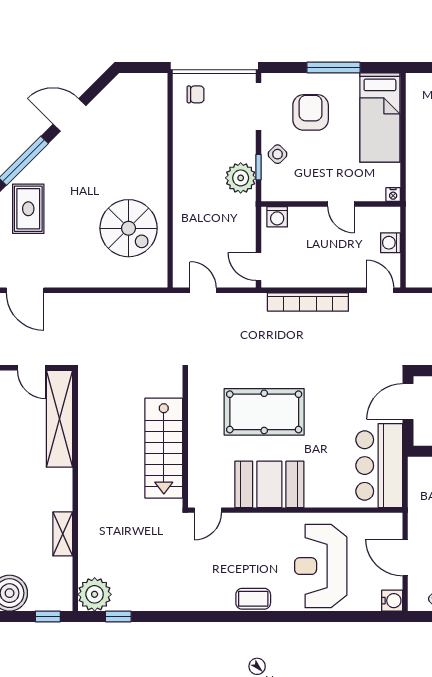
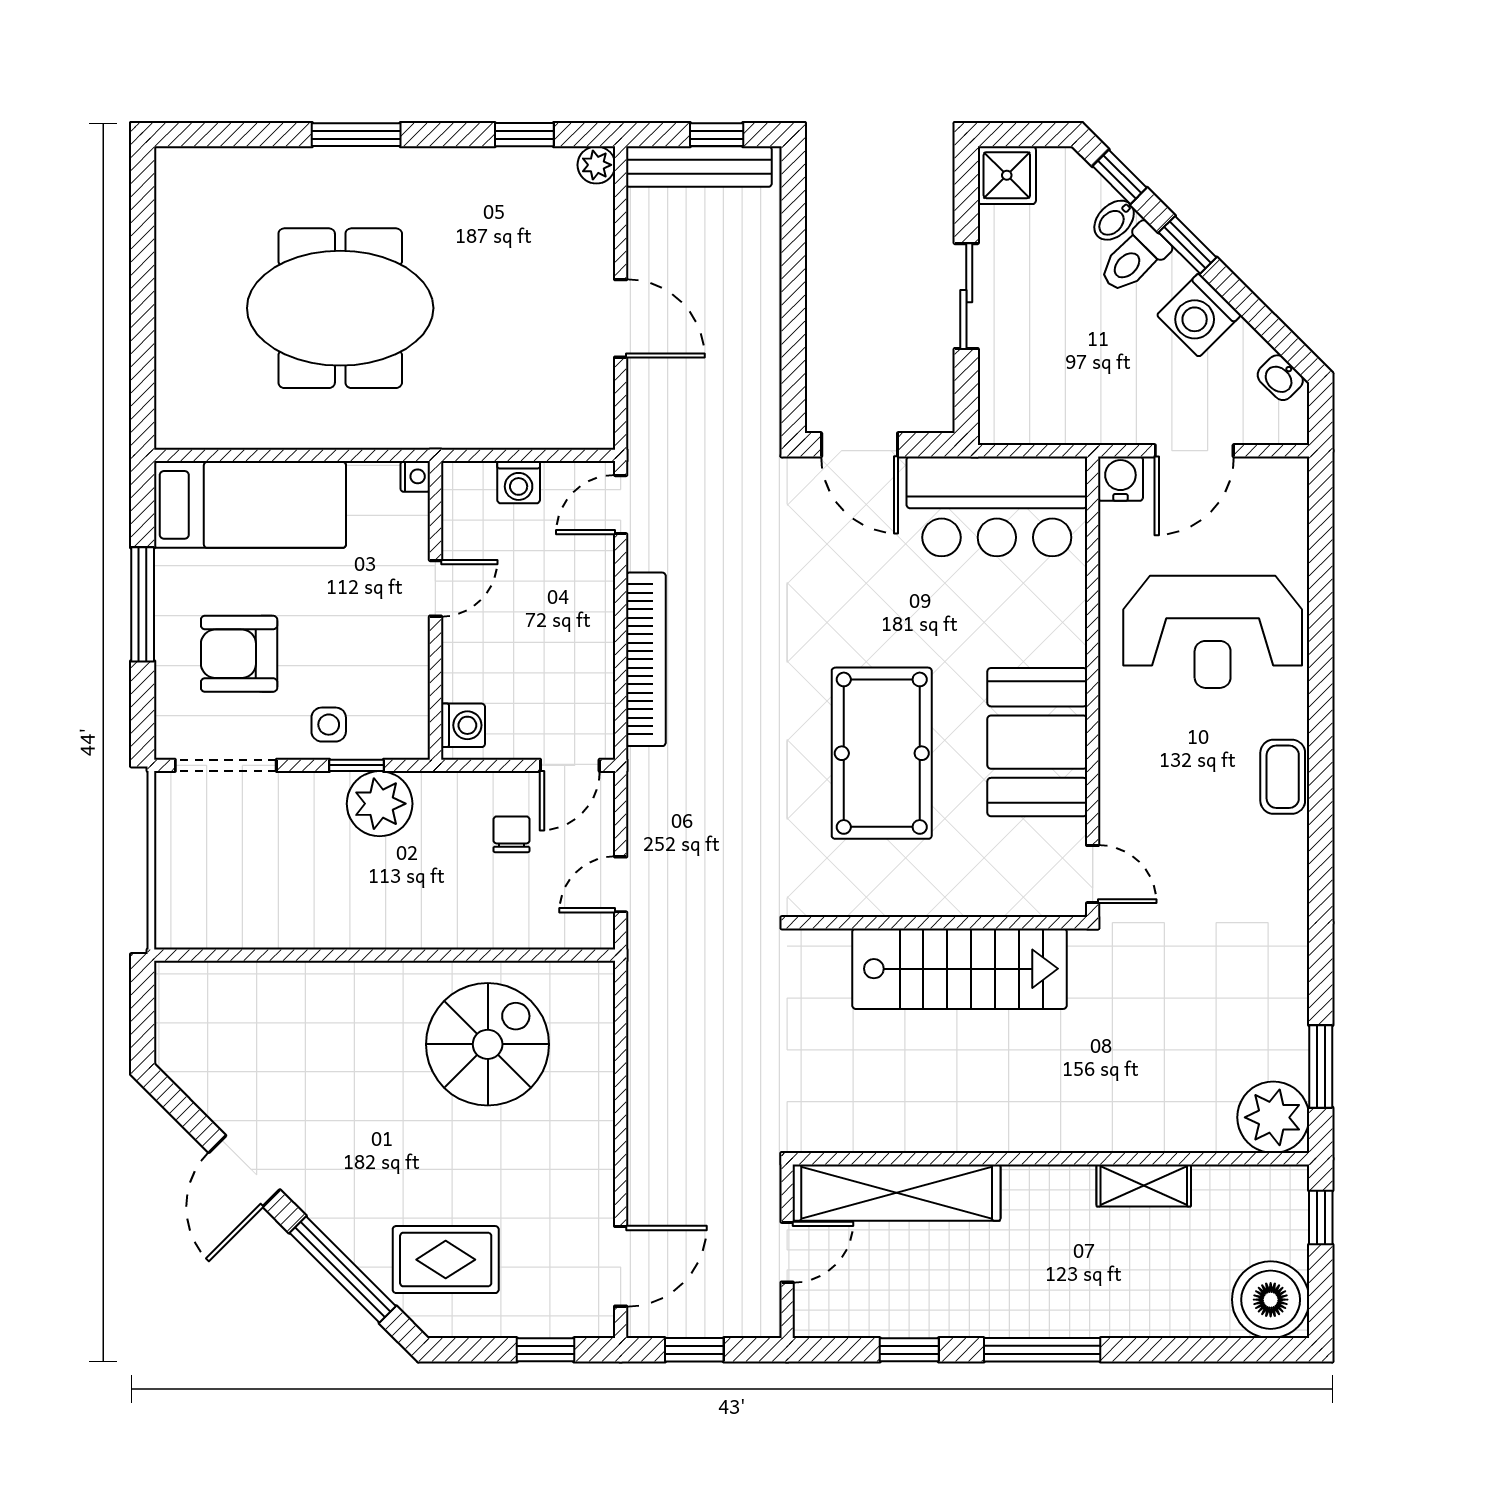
chair: (196, 94) -> (511, 834), moved
side table: (278, 154) -> (329, 725), turned 45
water cooler: (392, 601) -> (1120, 479), moved
window: (118, 616) -> (1321, 1066), width x1.50

